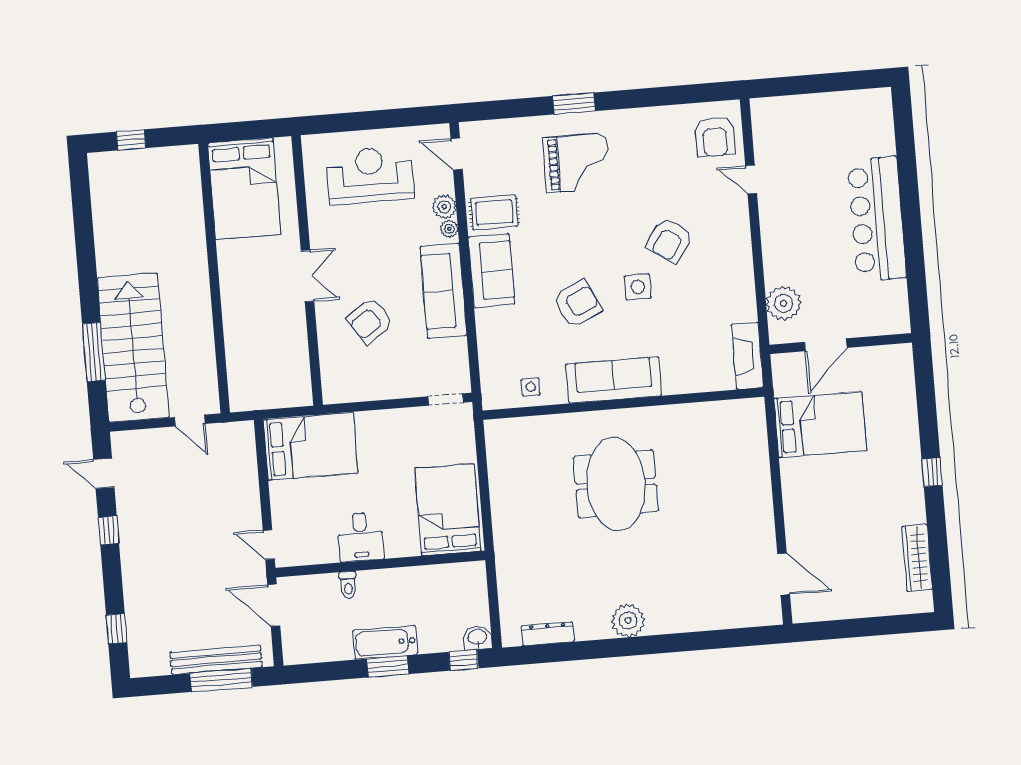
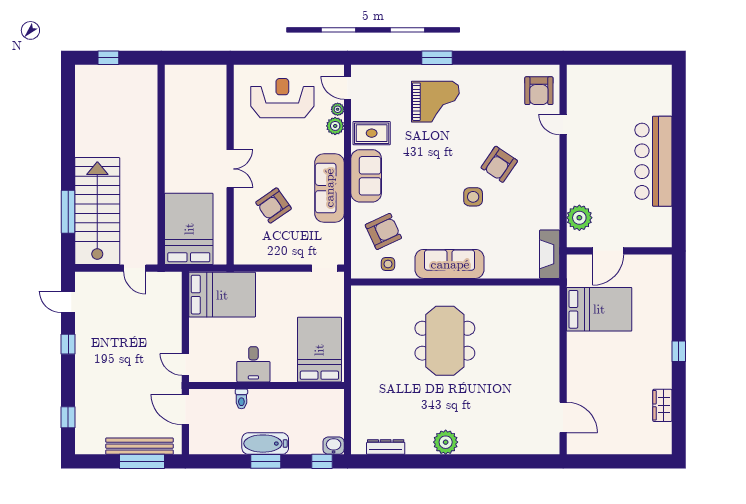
bed: (244, 189) -> (189, 229), moved, turned 180
plant: (449, 229) -> (338, 109), moved
armchair: (577, 304) -> (383, 231), moved
wardrobe: (917, 558) -> (662, 405), width x0.67

